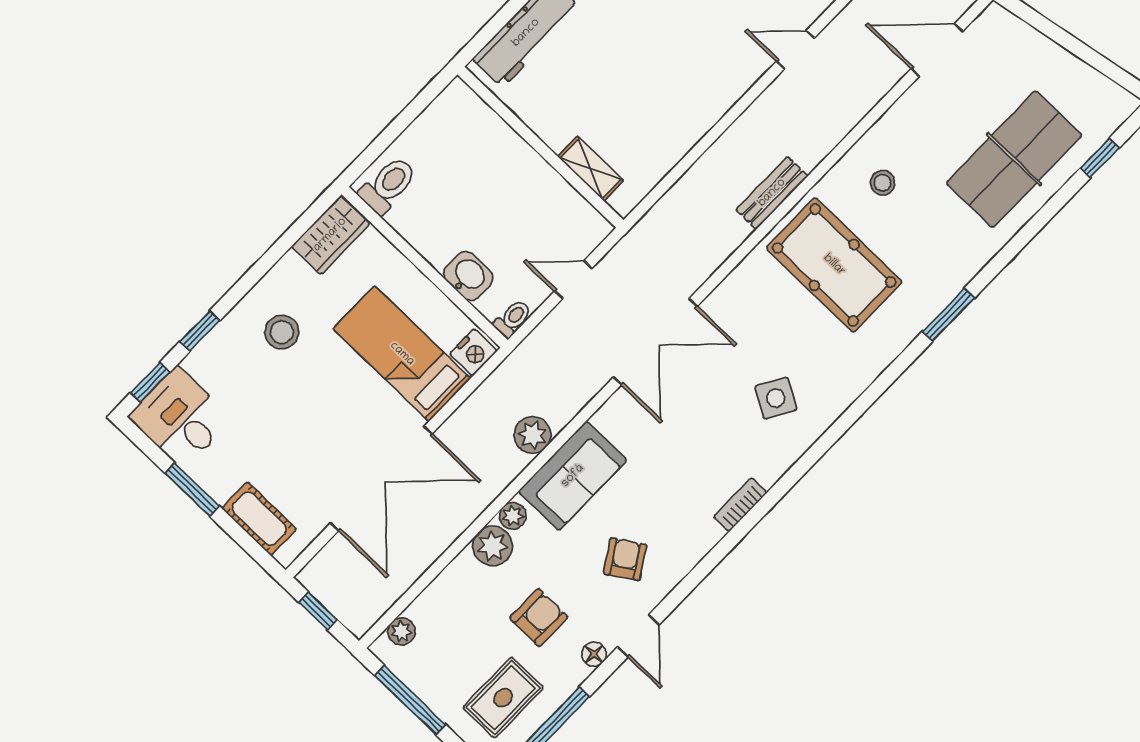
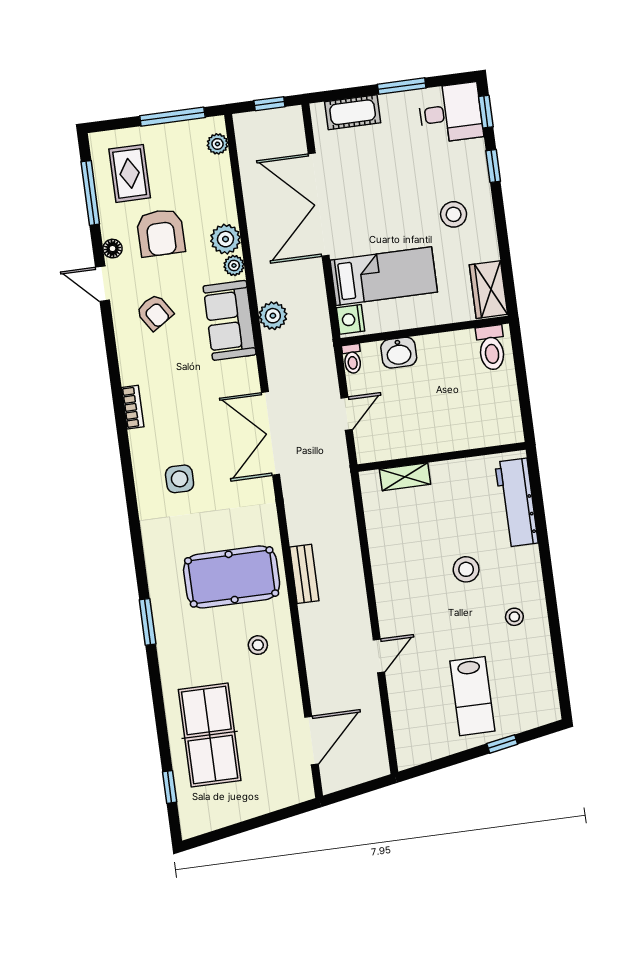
stool: (636, 31) -> (466, 569), added
side table: (776, 398) -> (180, 479), turned -30
armchair: (539, 617) -> (161, 233), width x1.38, depth x1.38

